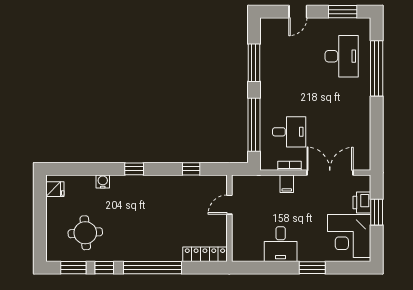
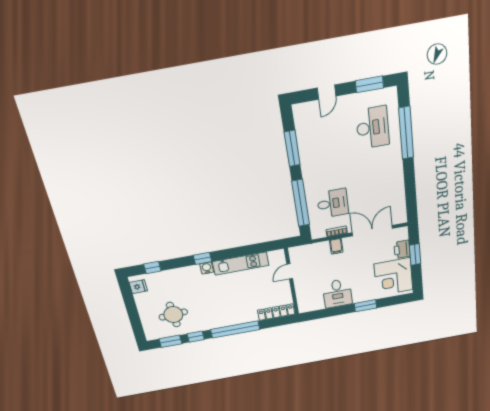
window: (191, 169) -> (152, 268), moved
water cooler: (103, 182) -> (207, 268), moved
kitchen unit: (175, 184) -> (241, 264), added

